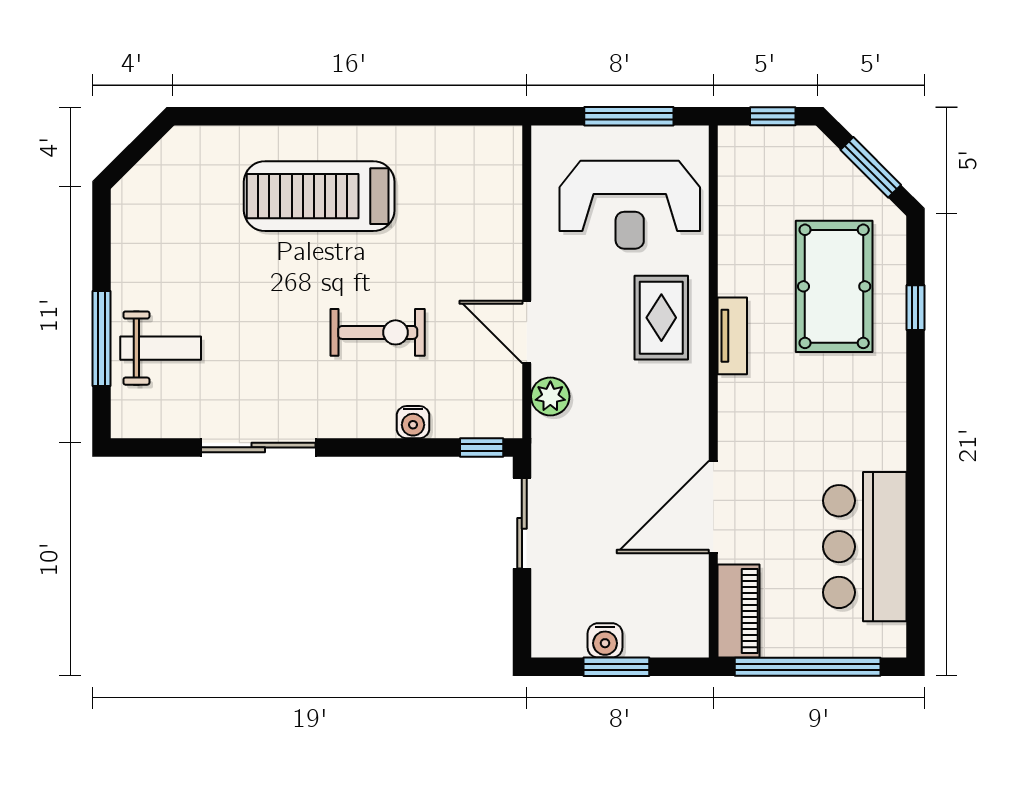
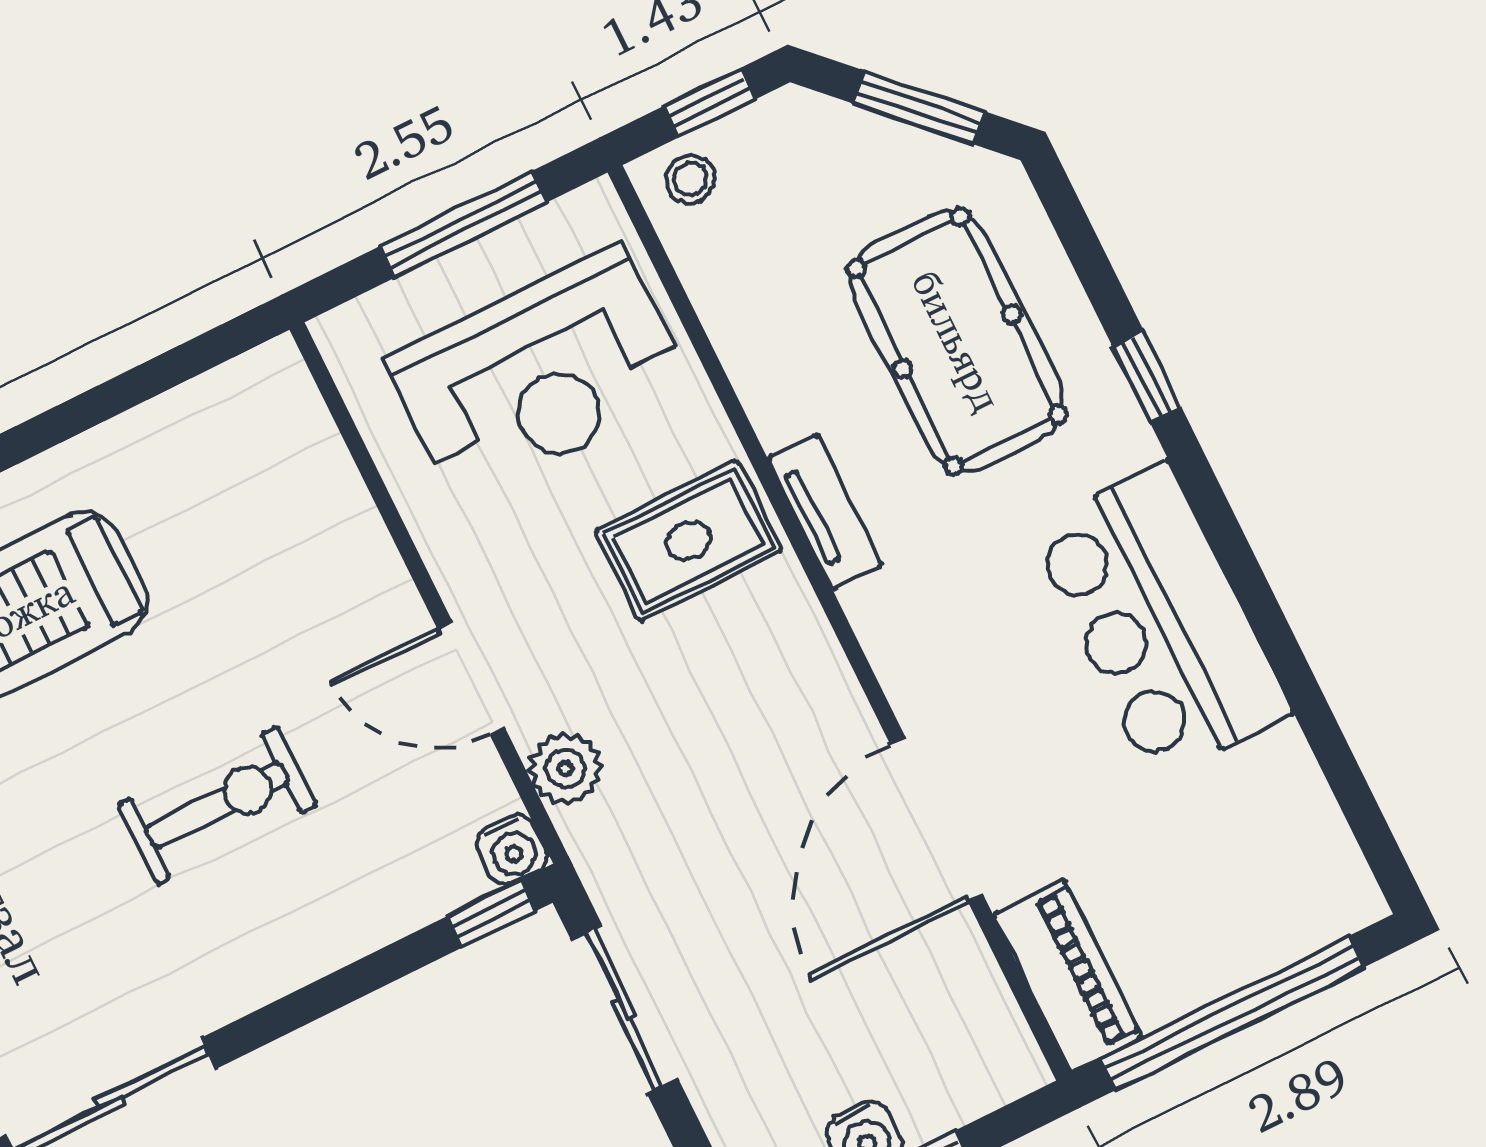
stool: (746, 148) -> (690, 179), added
window: (915, 308) -> (1147, 377), moved
rug: (661, 318) -> (689, 541), turned 90
water cooler: (413, 422) -> (512, 850), moved
bar counter: (865, 547) -> (1160, 621), moved

